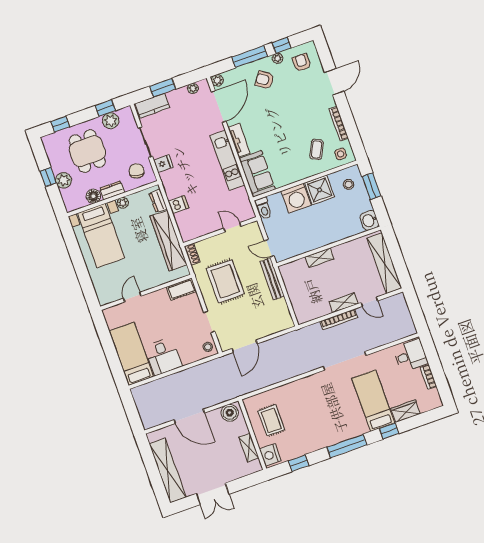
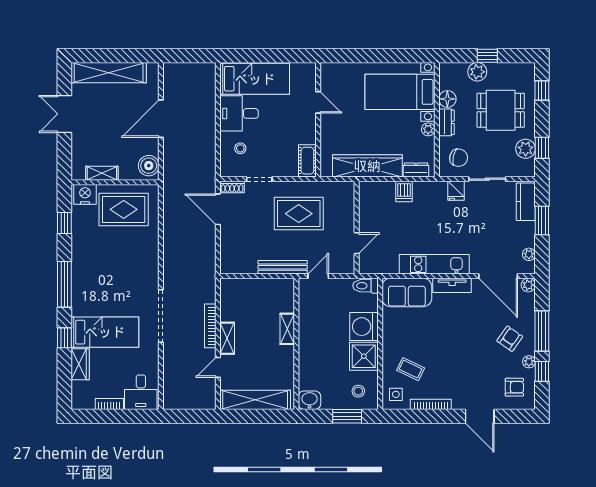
shoe rack: (192, 254) -> (232, 187), moved
stool: (208, 347) -> (240, 148), moved
rug: (271, 420) -> (124, 209), width x1.36, depth x1.43

